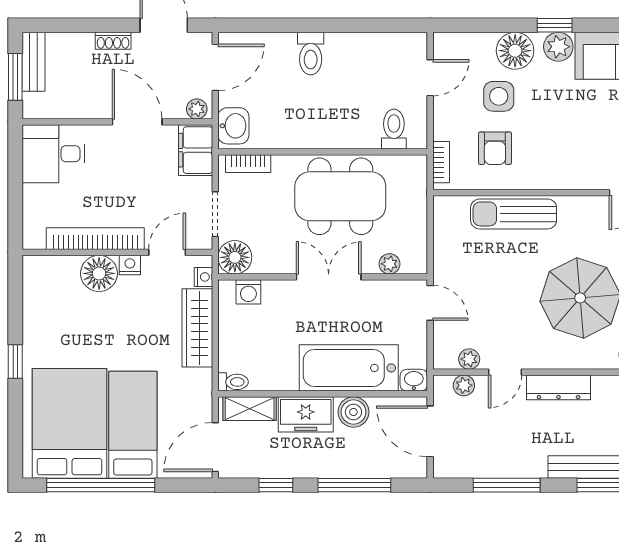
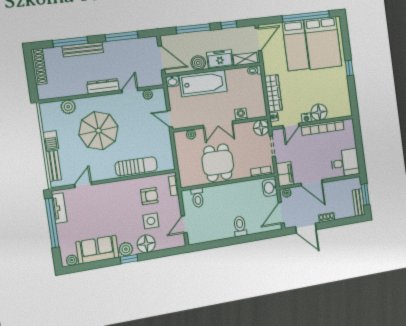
armchair: (495, 148) -> (149, 196), turned 90
dining table: (340, 196) -> (218, 163), width x0.73
washing machine: (248, 292) -> (241, 114), moved
plant: (464, 385) -> (148, 82), removed

